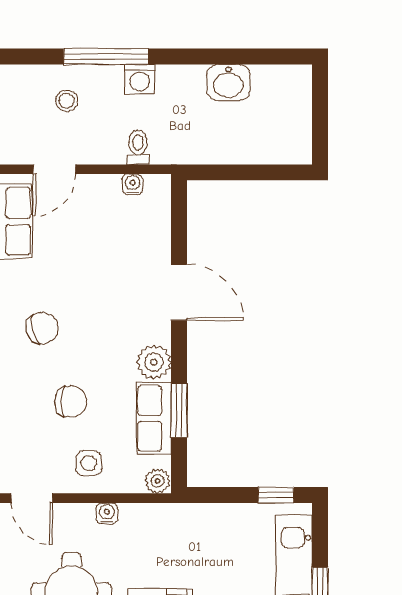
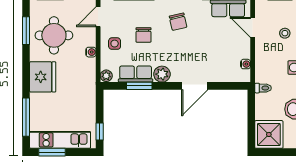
shower: (282, 135) -> (269, 134), added
toilet: (138, 147) -> (263, 88), moved

